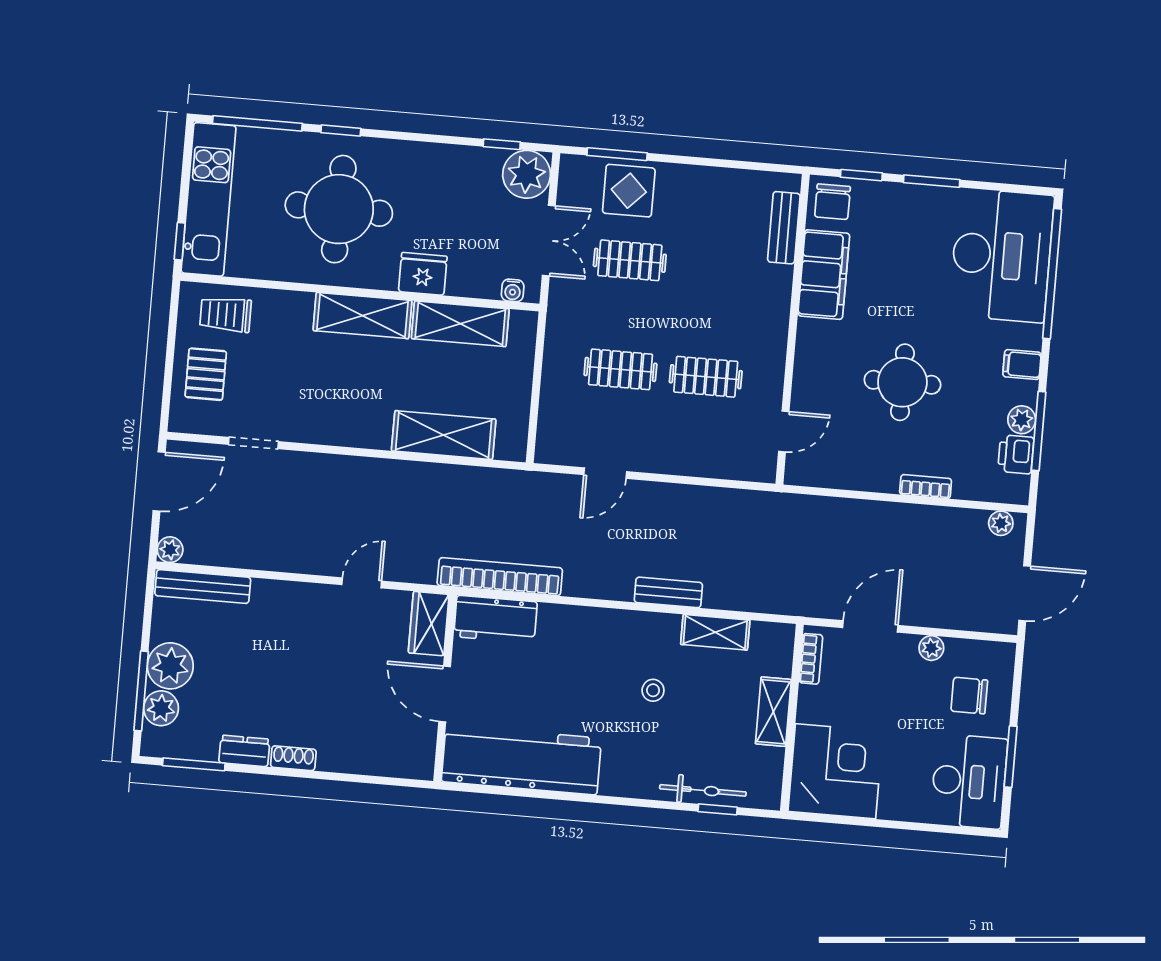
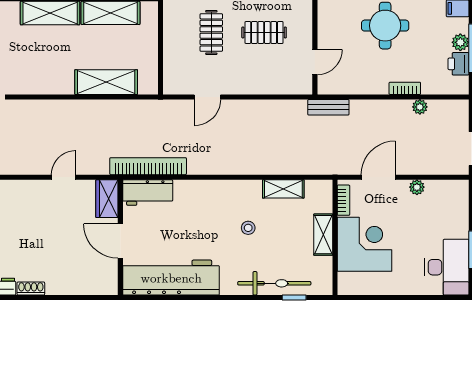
clothes rail: (620, 369) -> (211, 32), turned 90
plant: (1001, 523) -> (420, 107), moved
bench: (668, 592) -> (328, 107), moved
chair: (969, 696) -> (443, 214), removed
corner desk: (836, 771) -> (365, 244), moved
bicycle: (703, 790) -> (274, 283), width x1.37, depth x1.40

